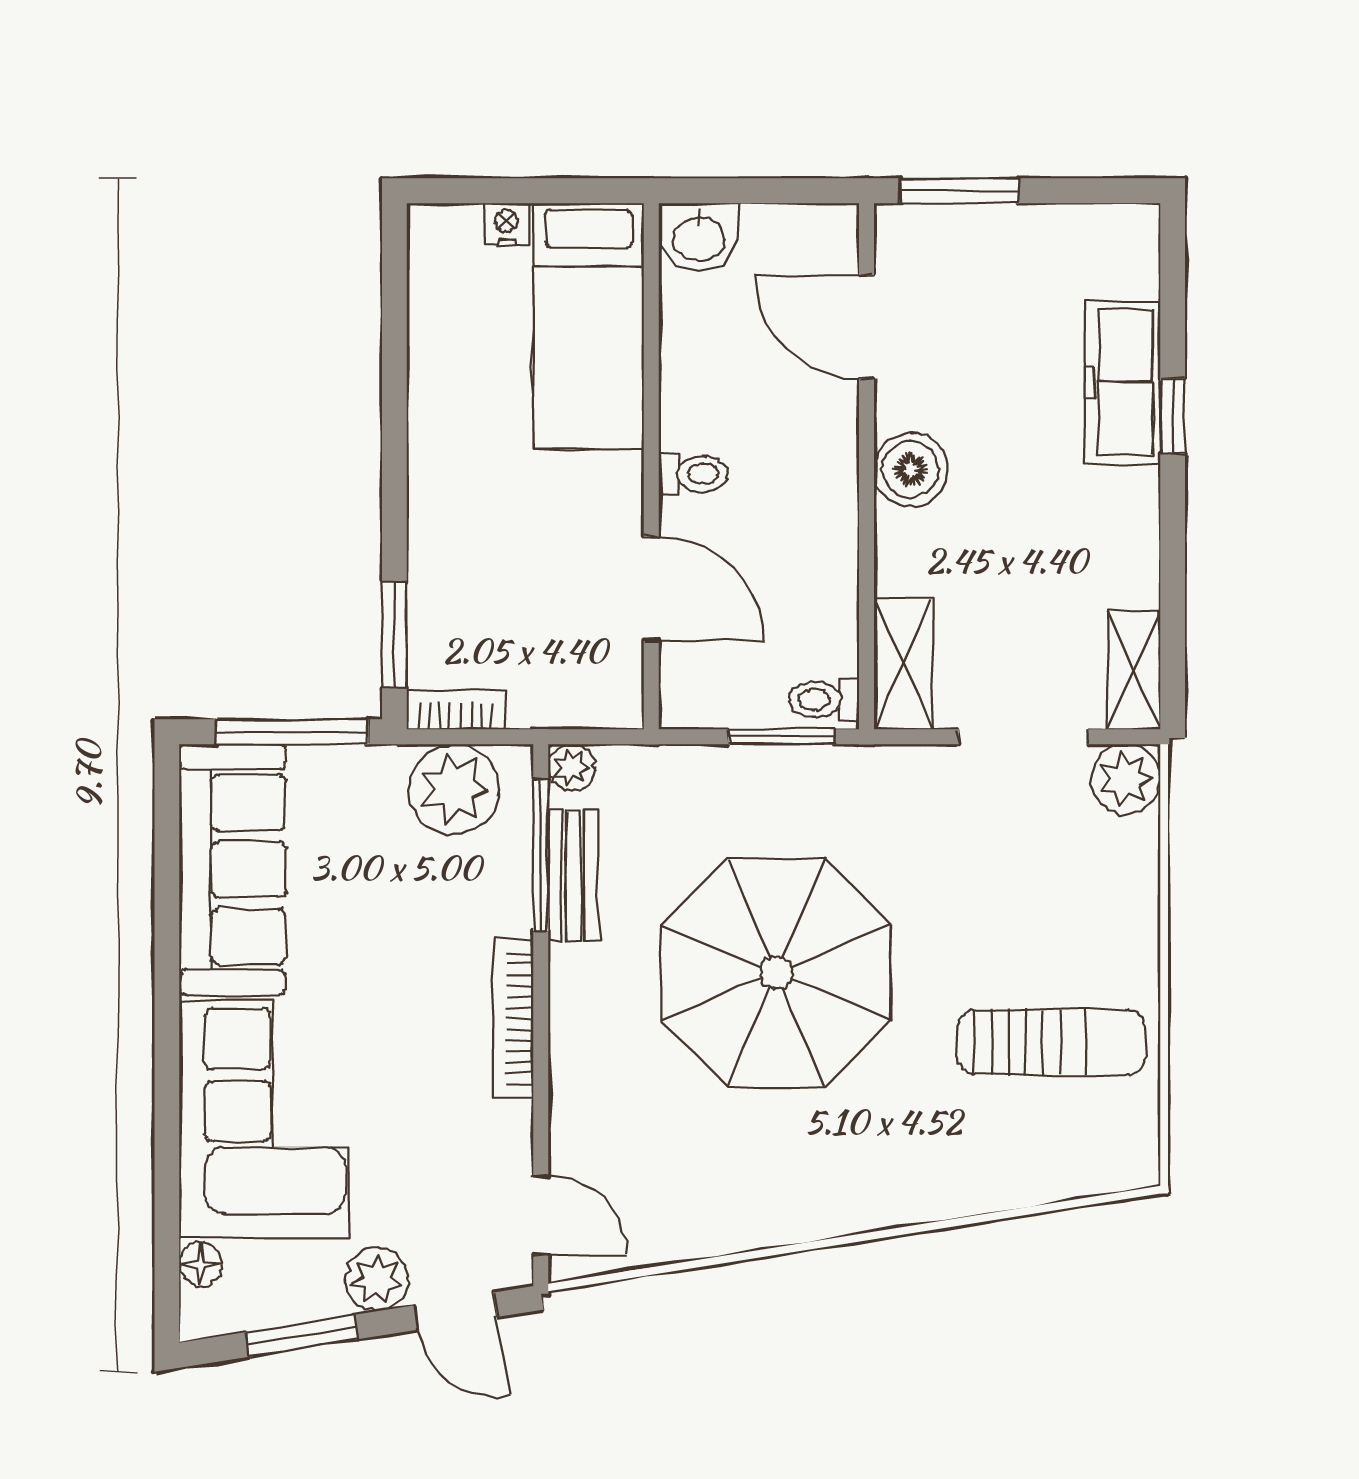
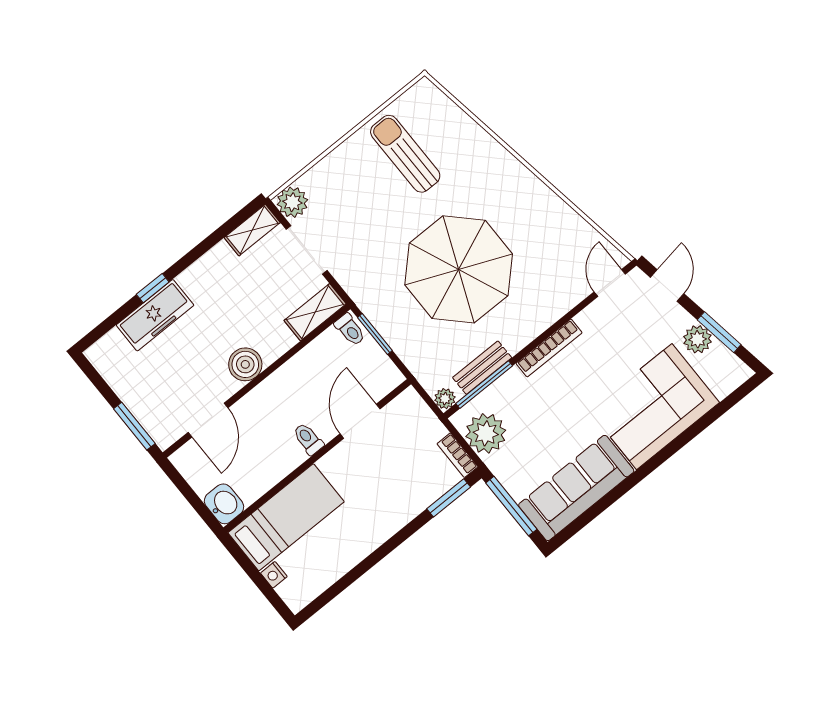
floor lamp: (201, 1264) -> (723, 388), removed
plant: (377, 1279) -> (697, 339), moved

